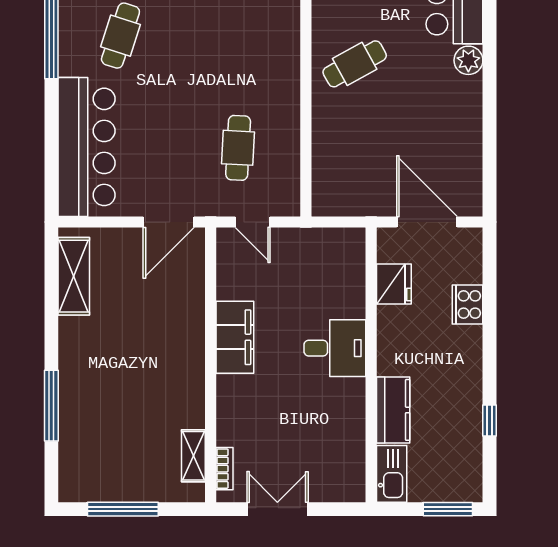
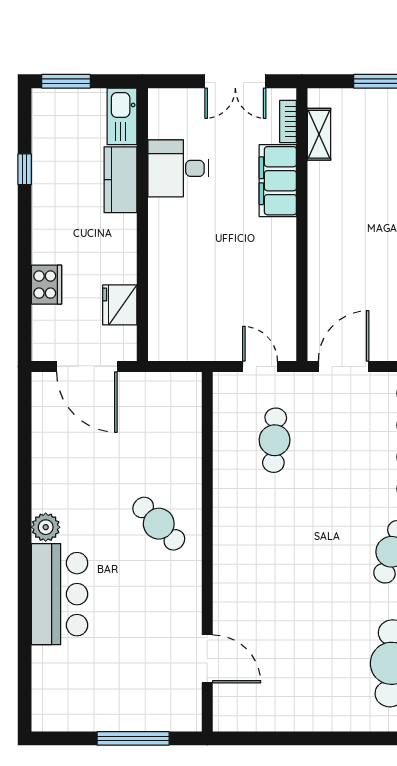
cafe table: (355, 64) -> (159, 524), turned 75
filing cabinet: (235, 337) -> (278, 181), moved
desk: (335, 348) -> (178, 168), moved

